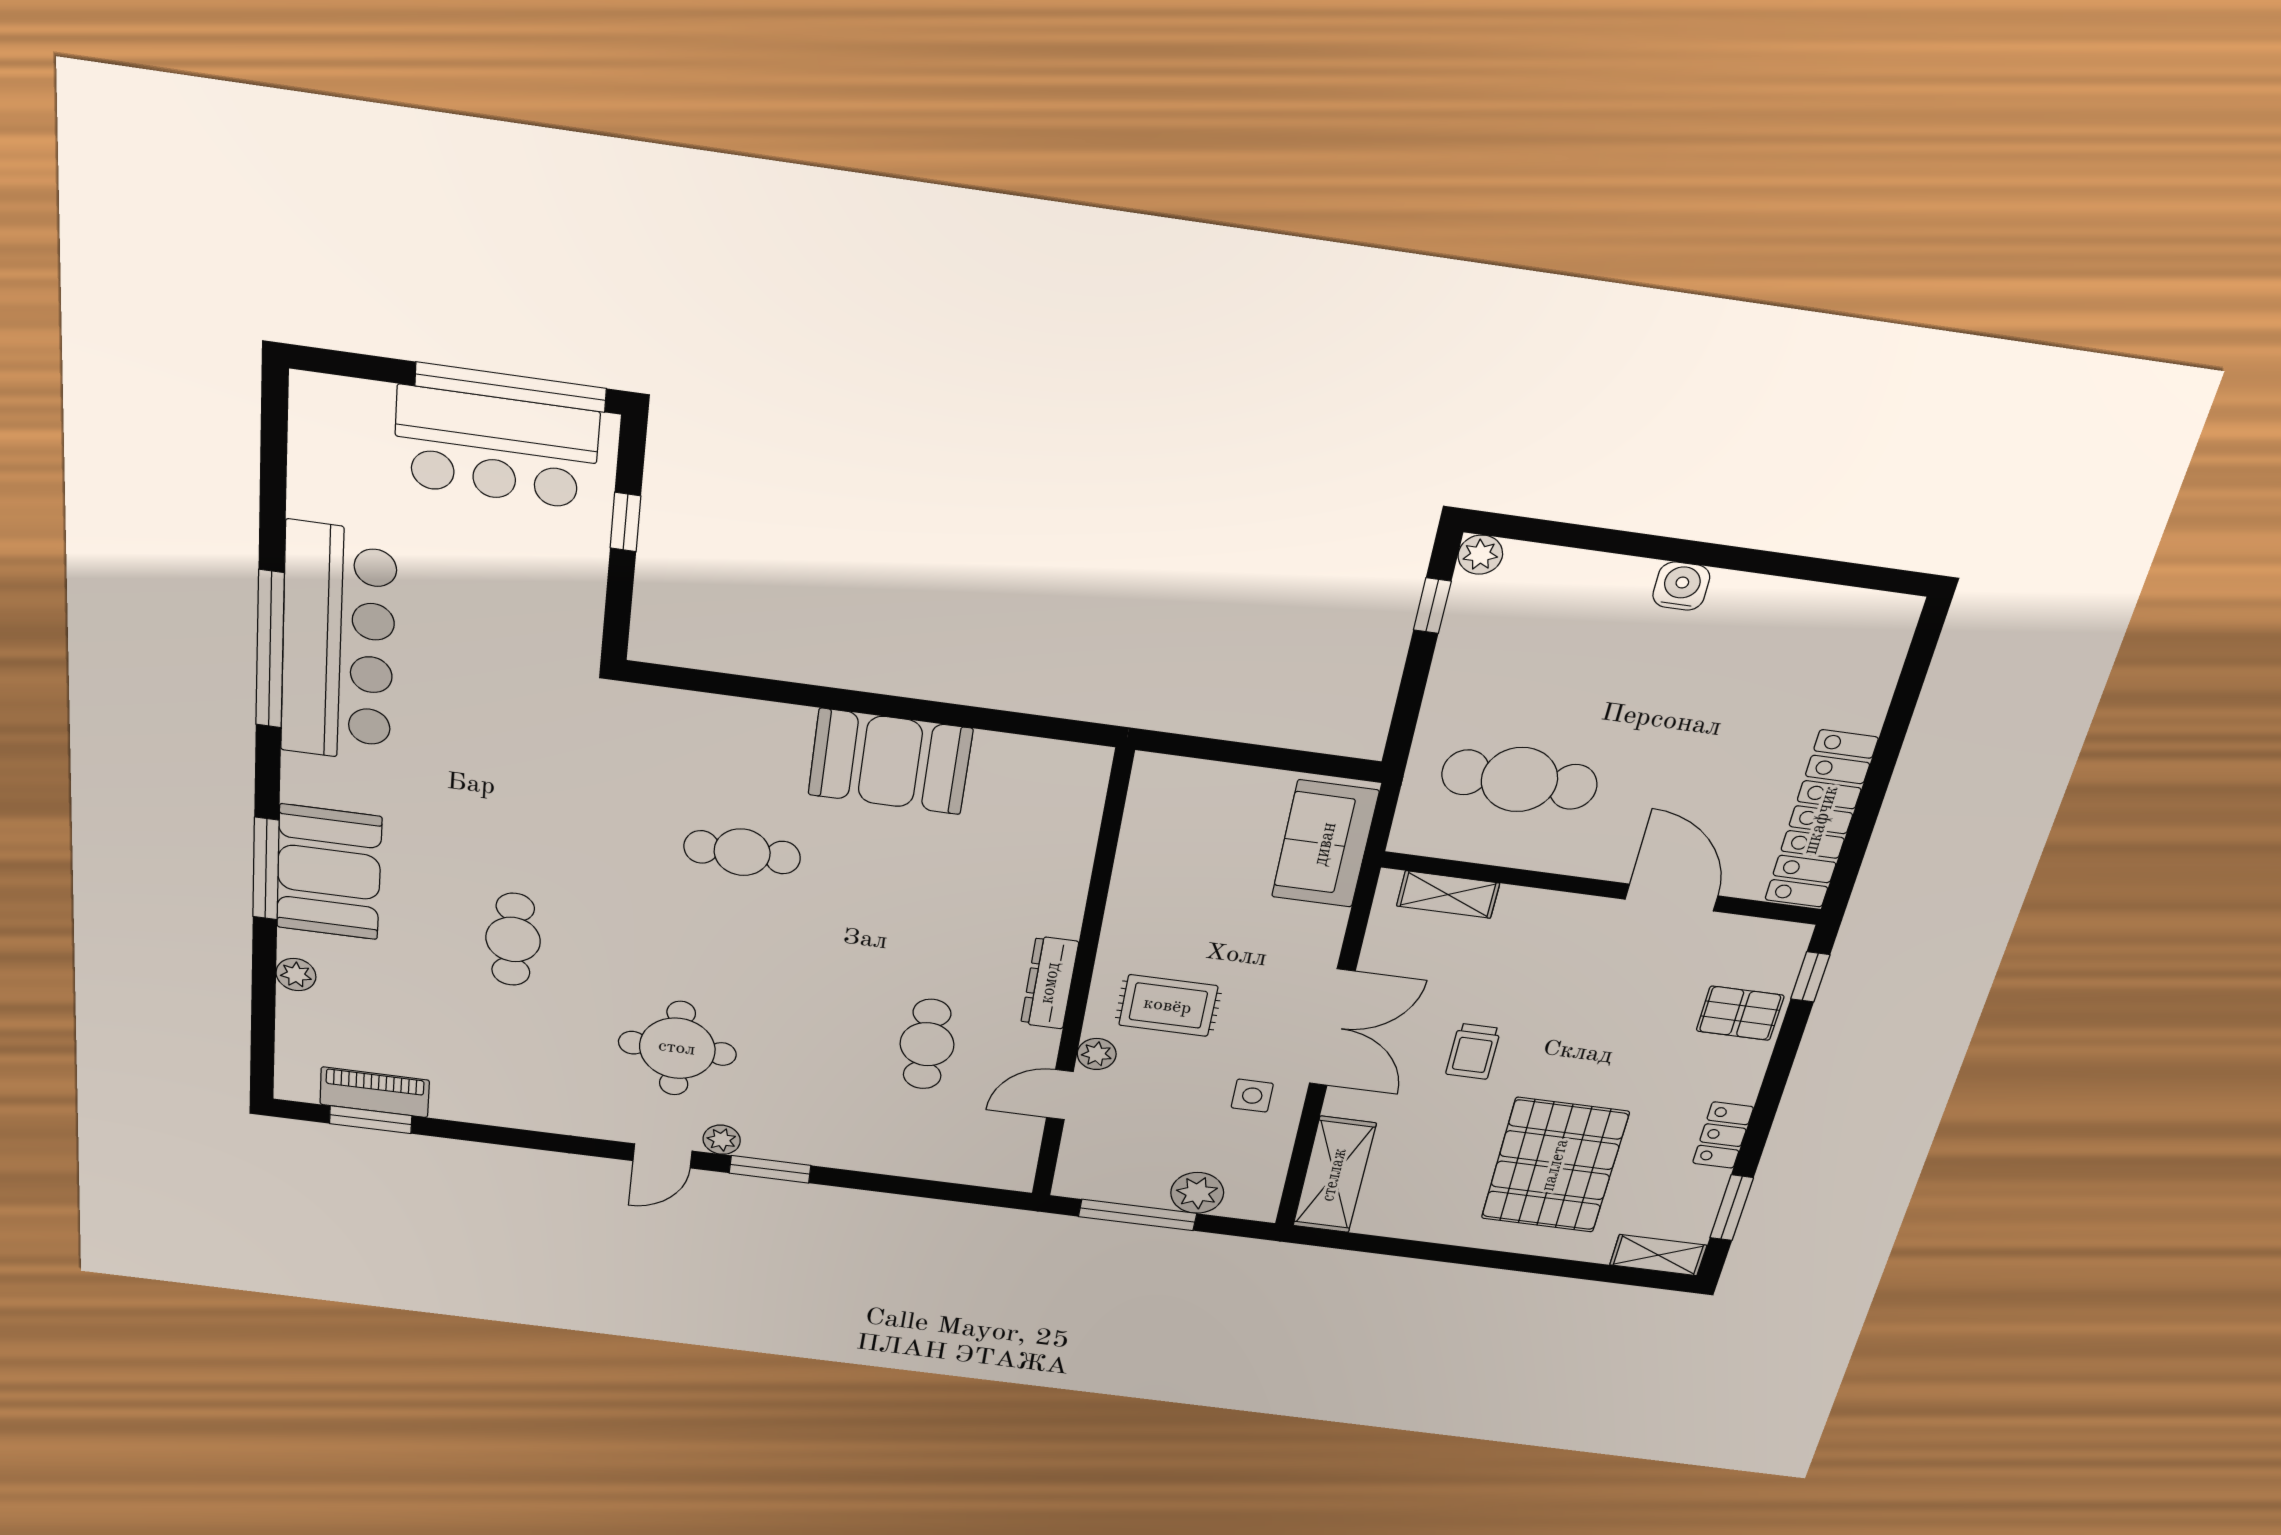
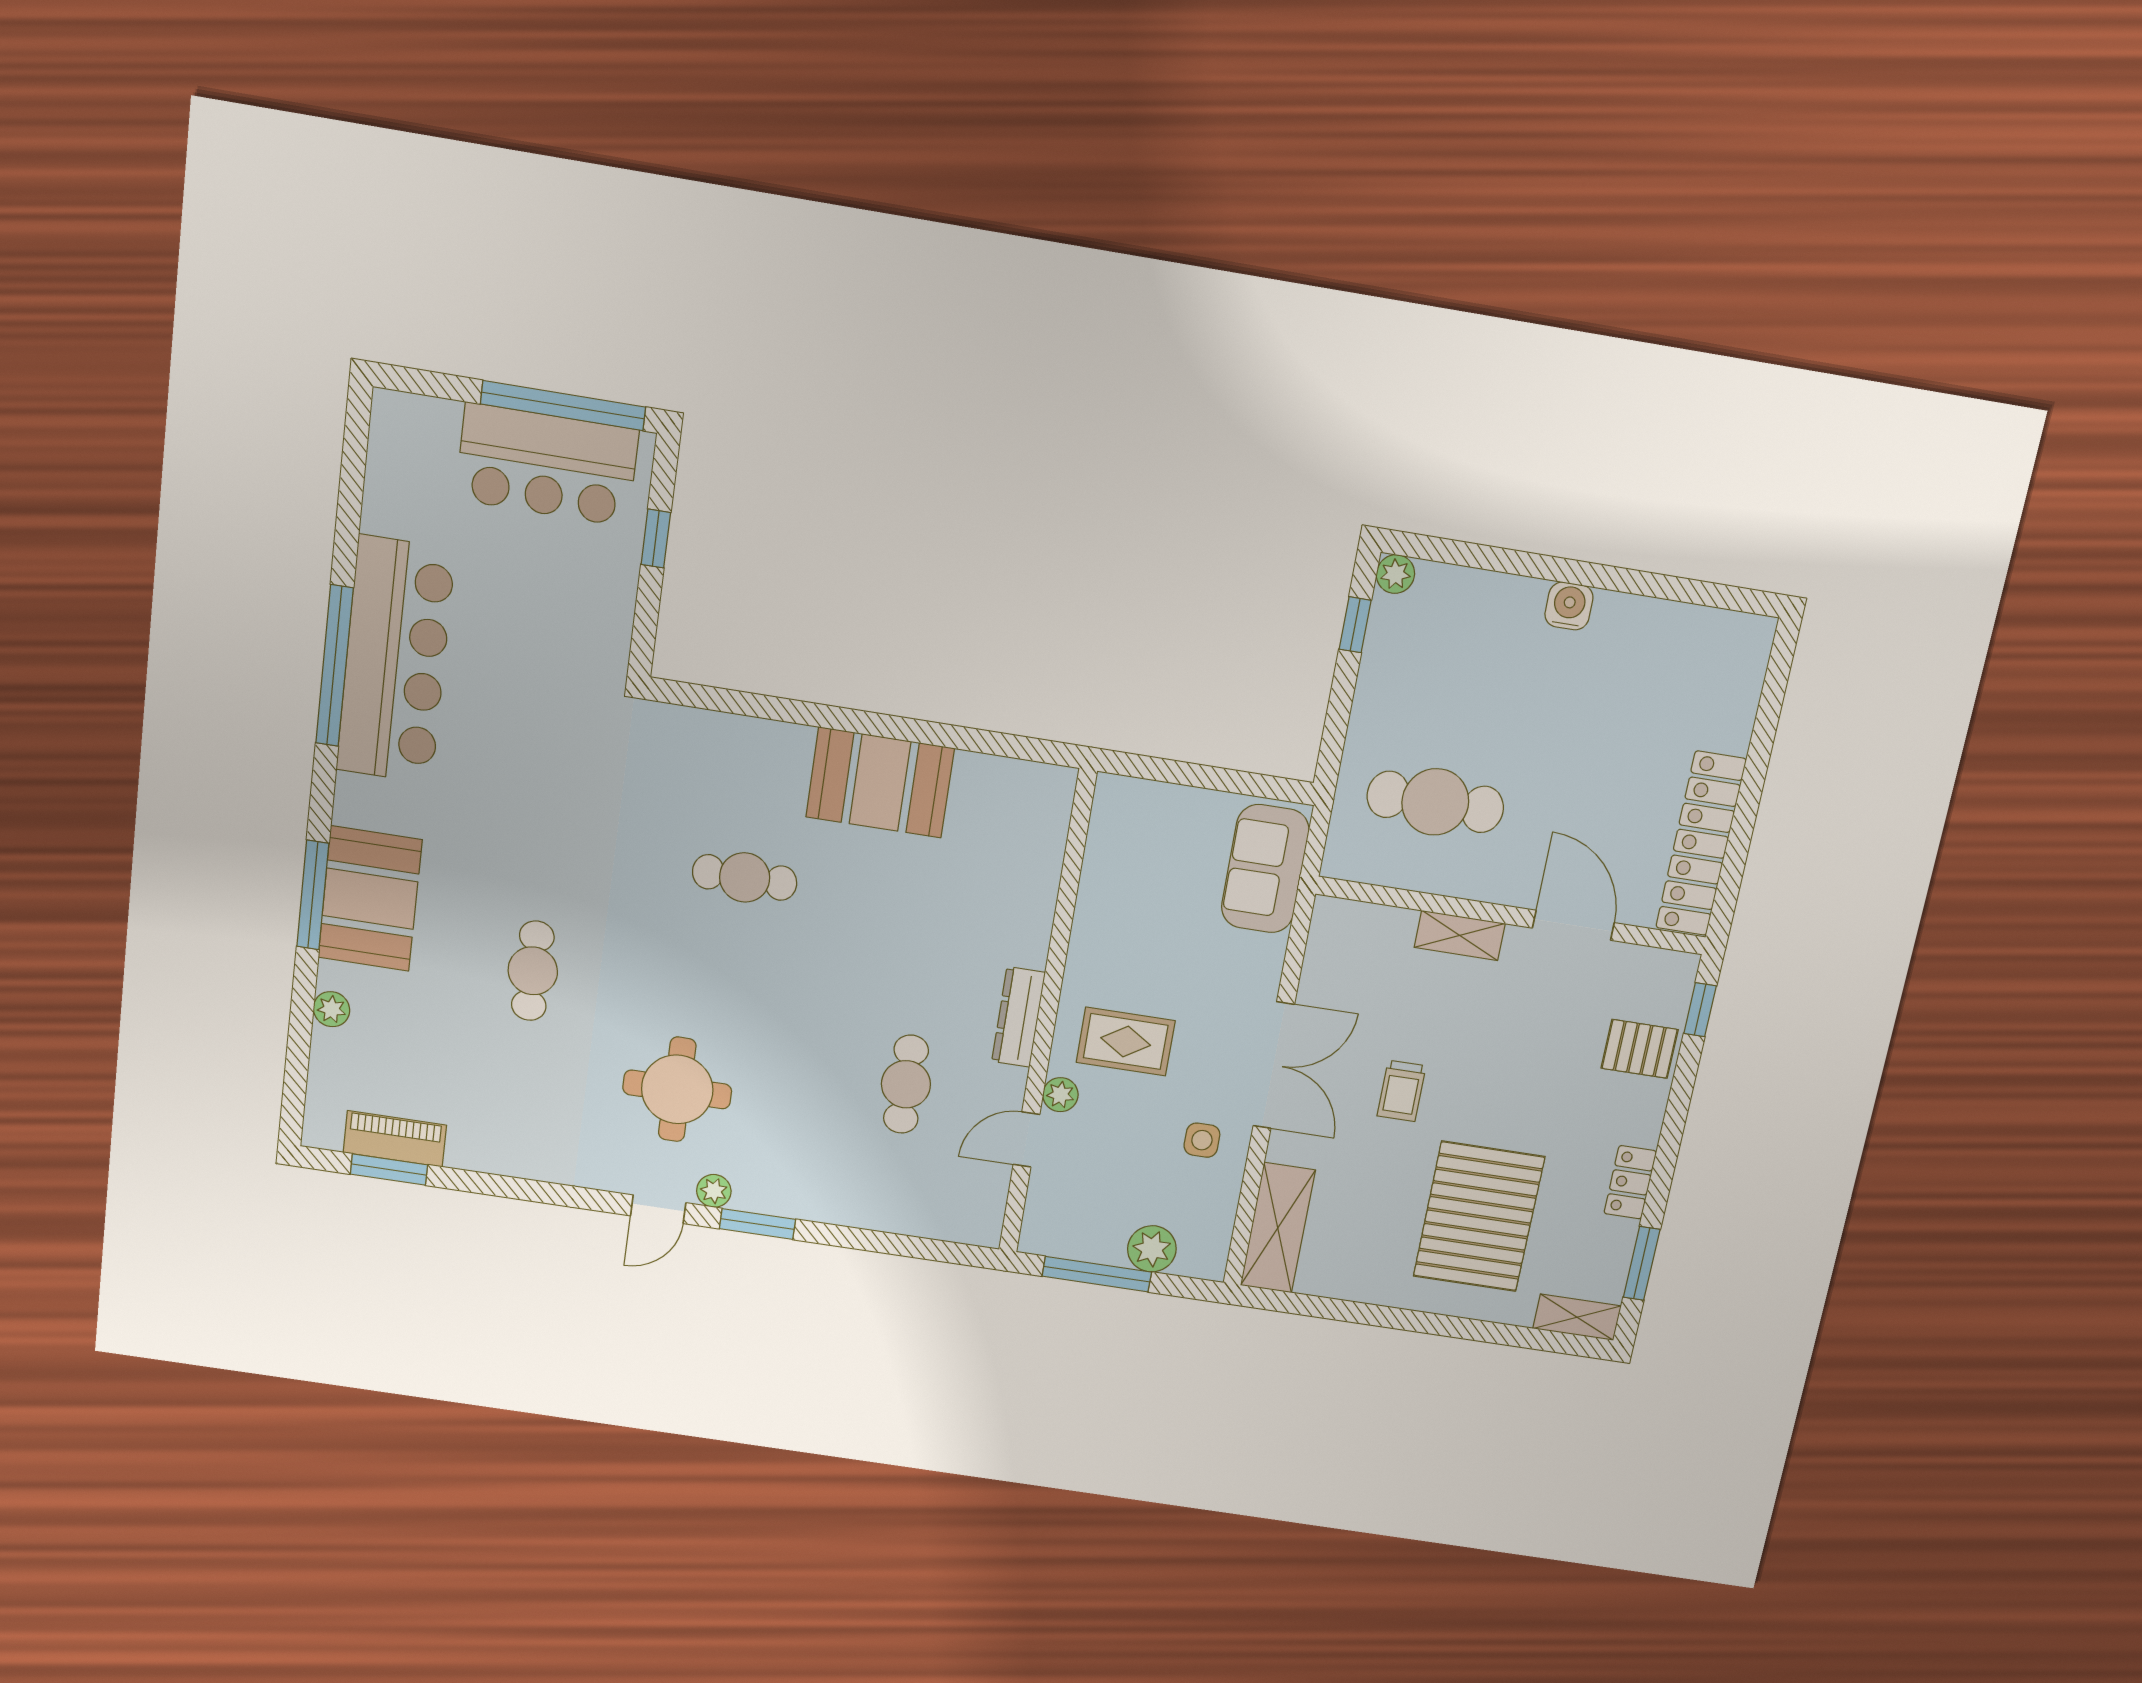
shelving: (1448, 895) -> (1460, 935), moved

